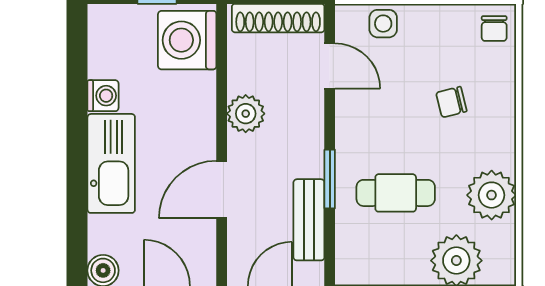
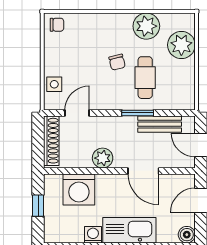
washing machine: (187, 40) -> (79, 189), moved
chair: (451, 102) -> (117, 62), moved

